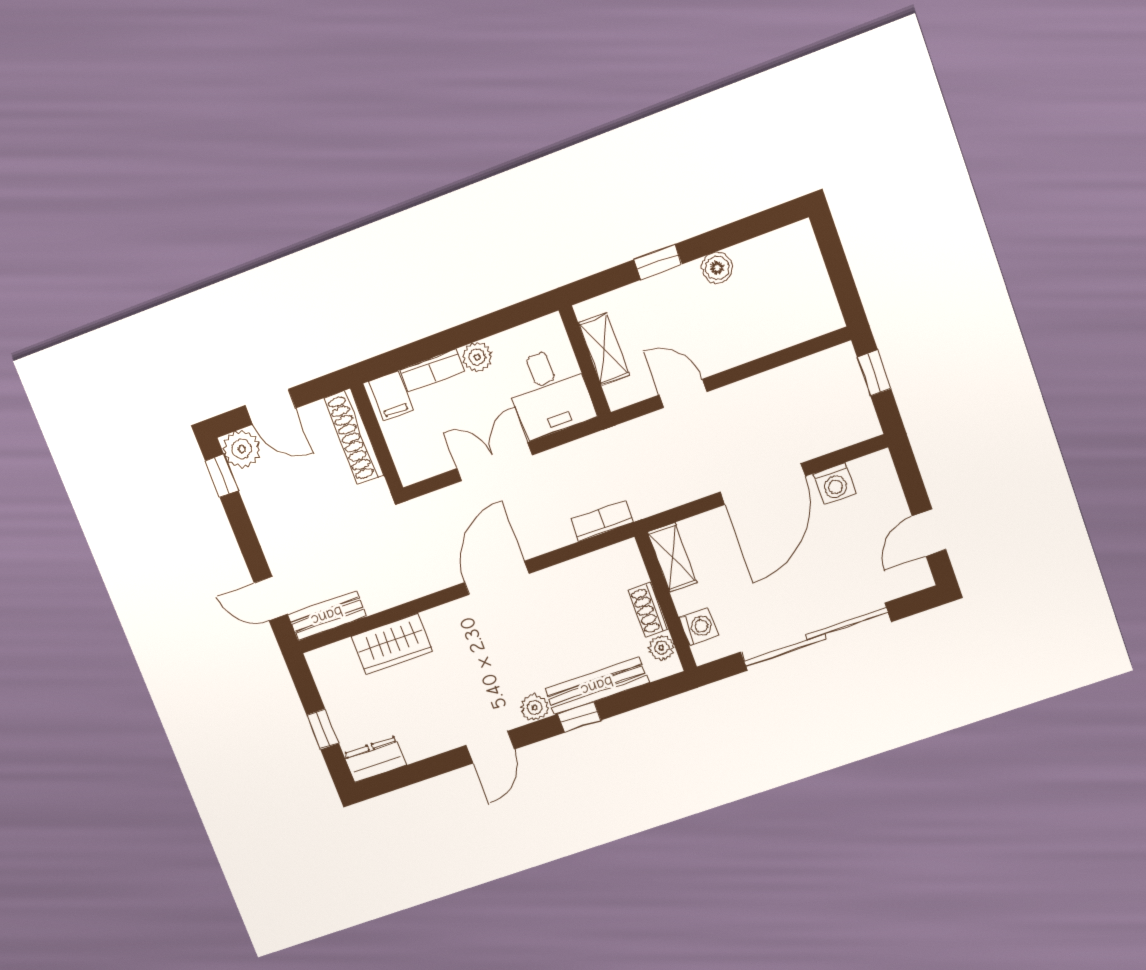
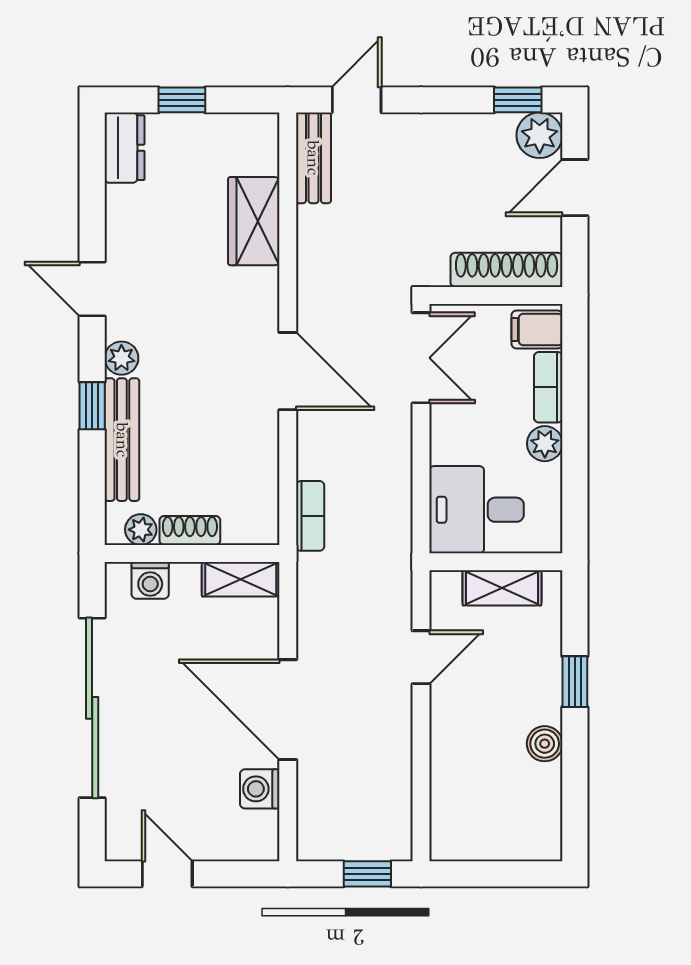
double door: (494, 462) -> (421, 358), moved

